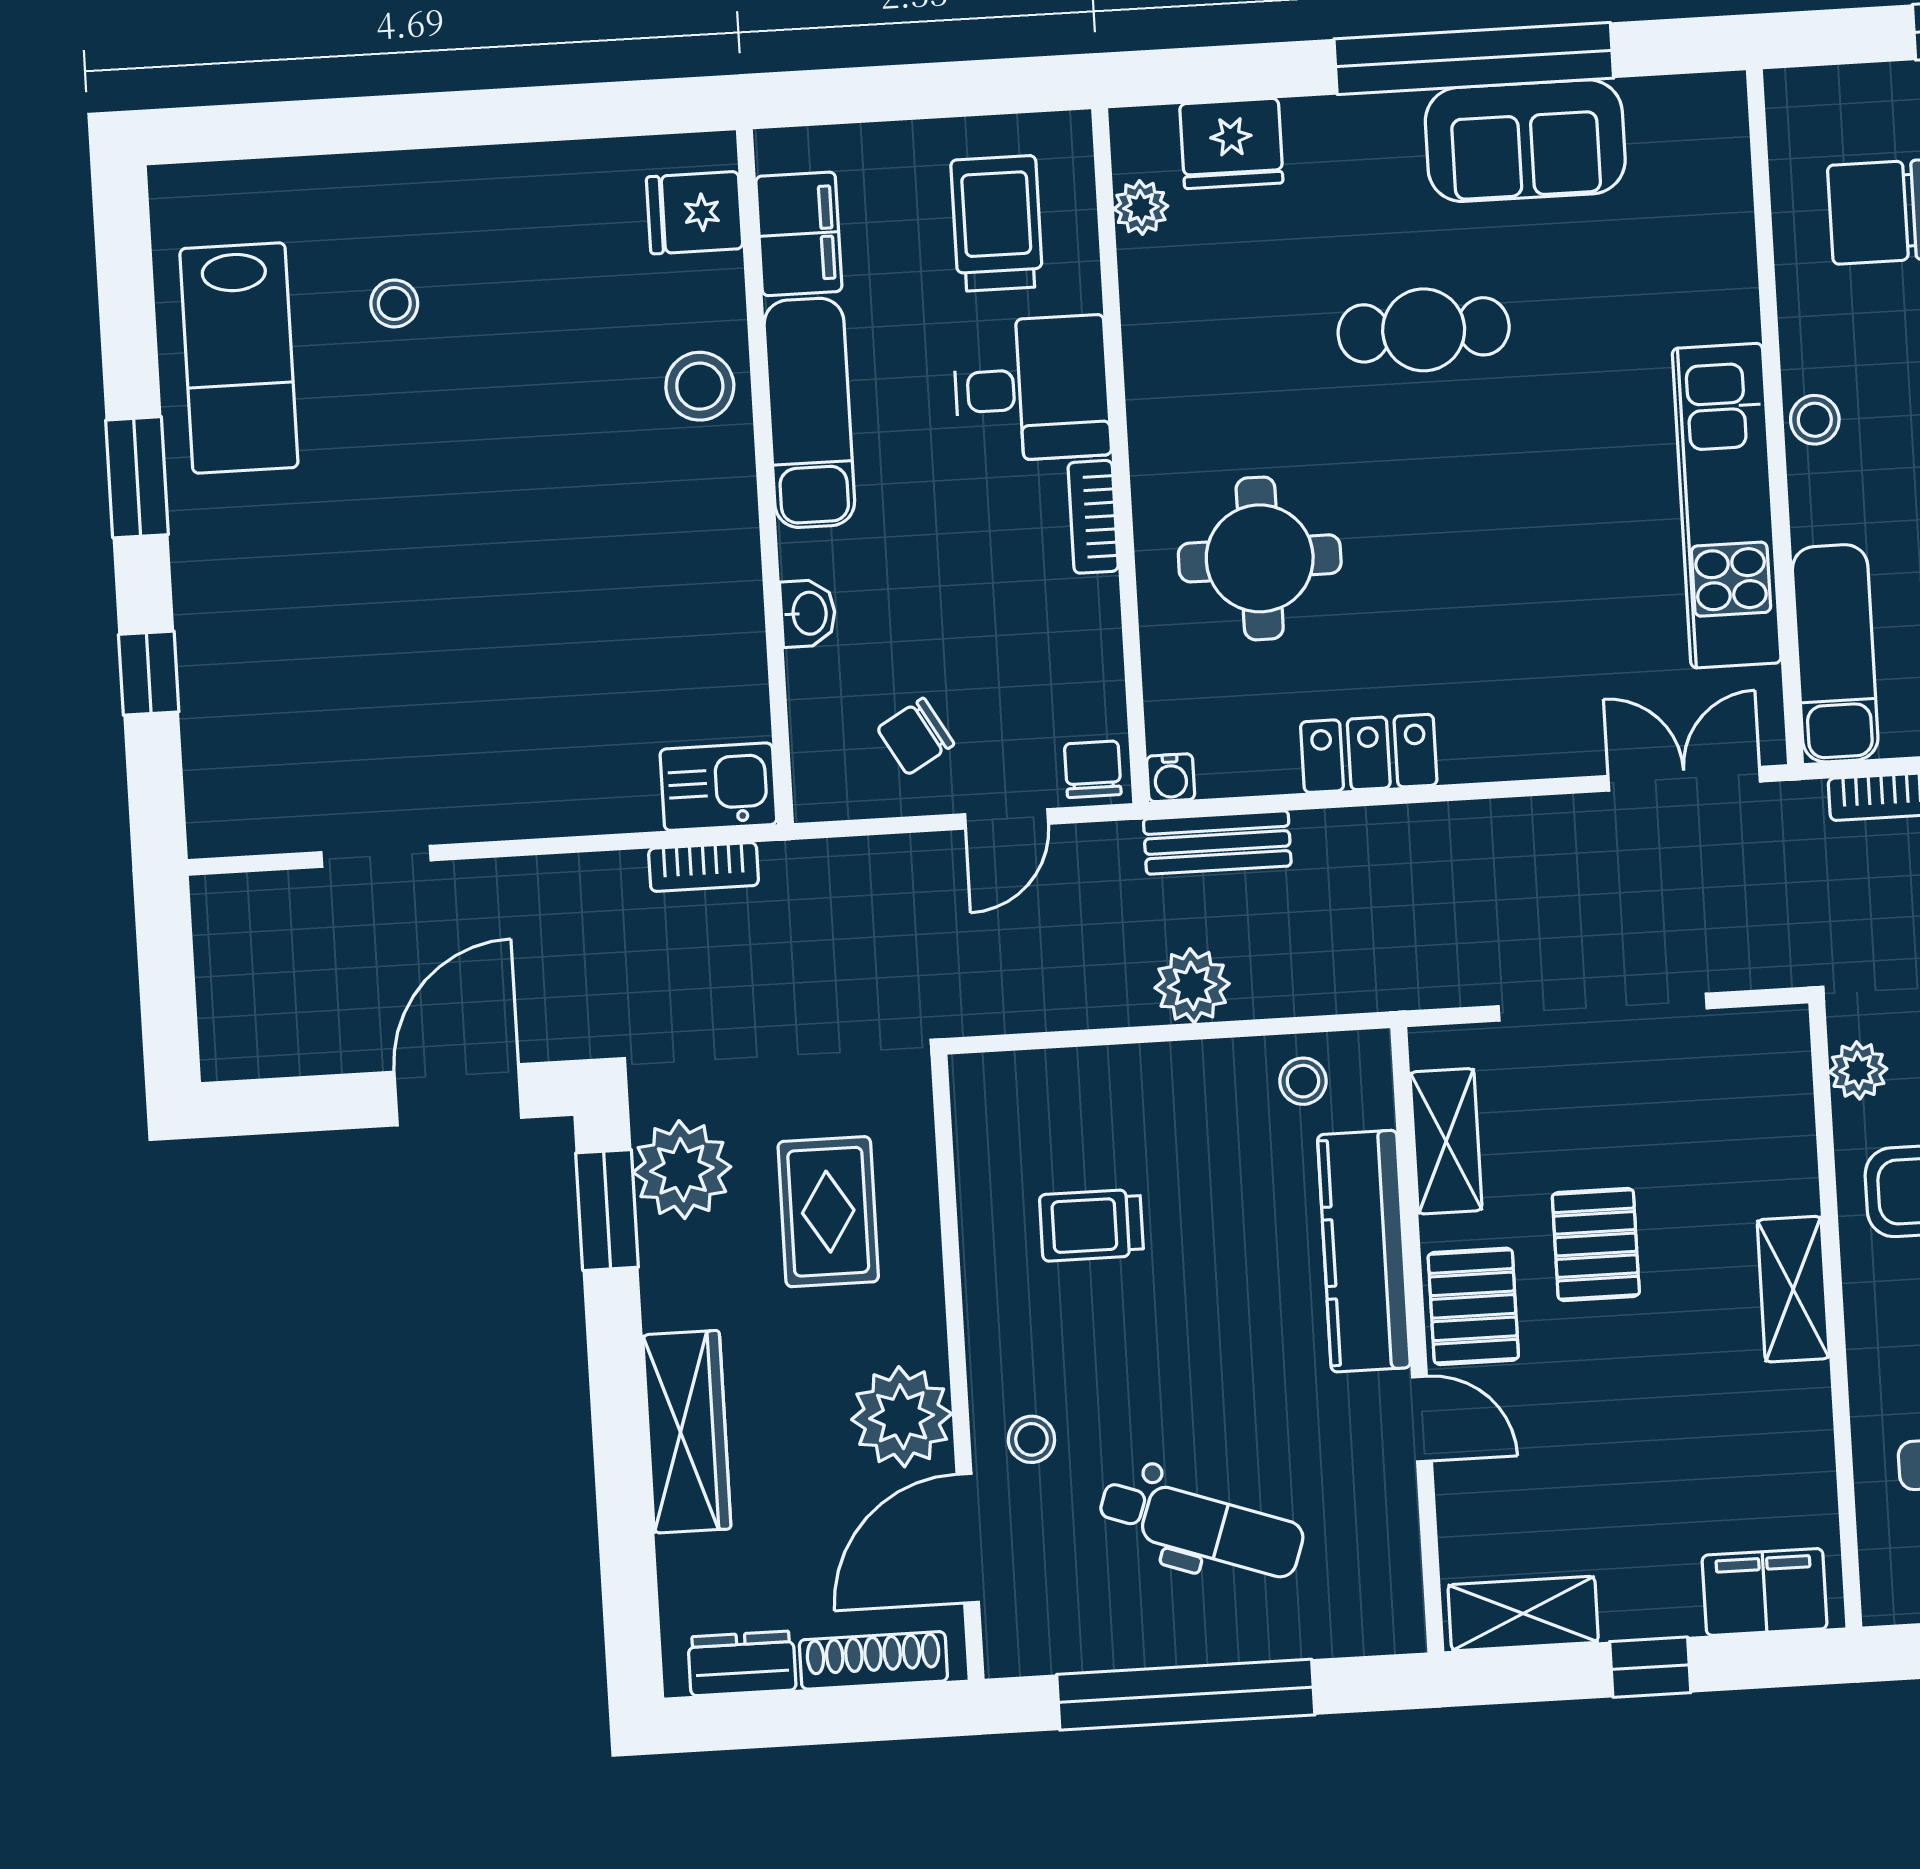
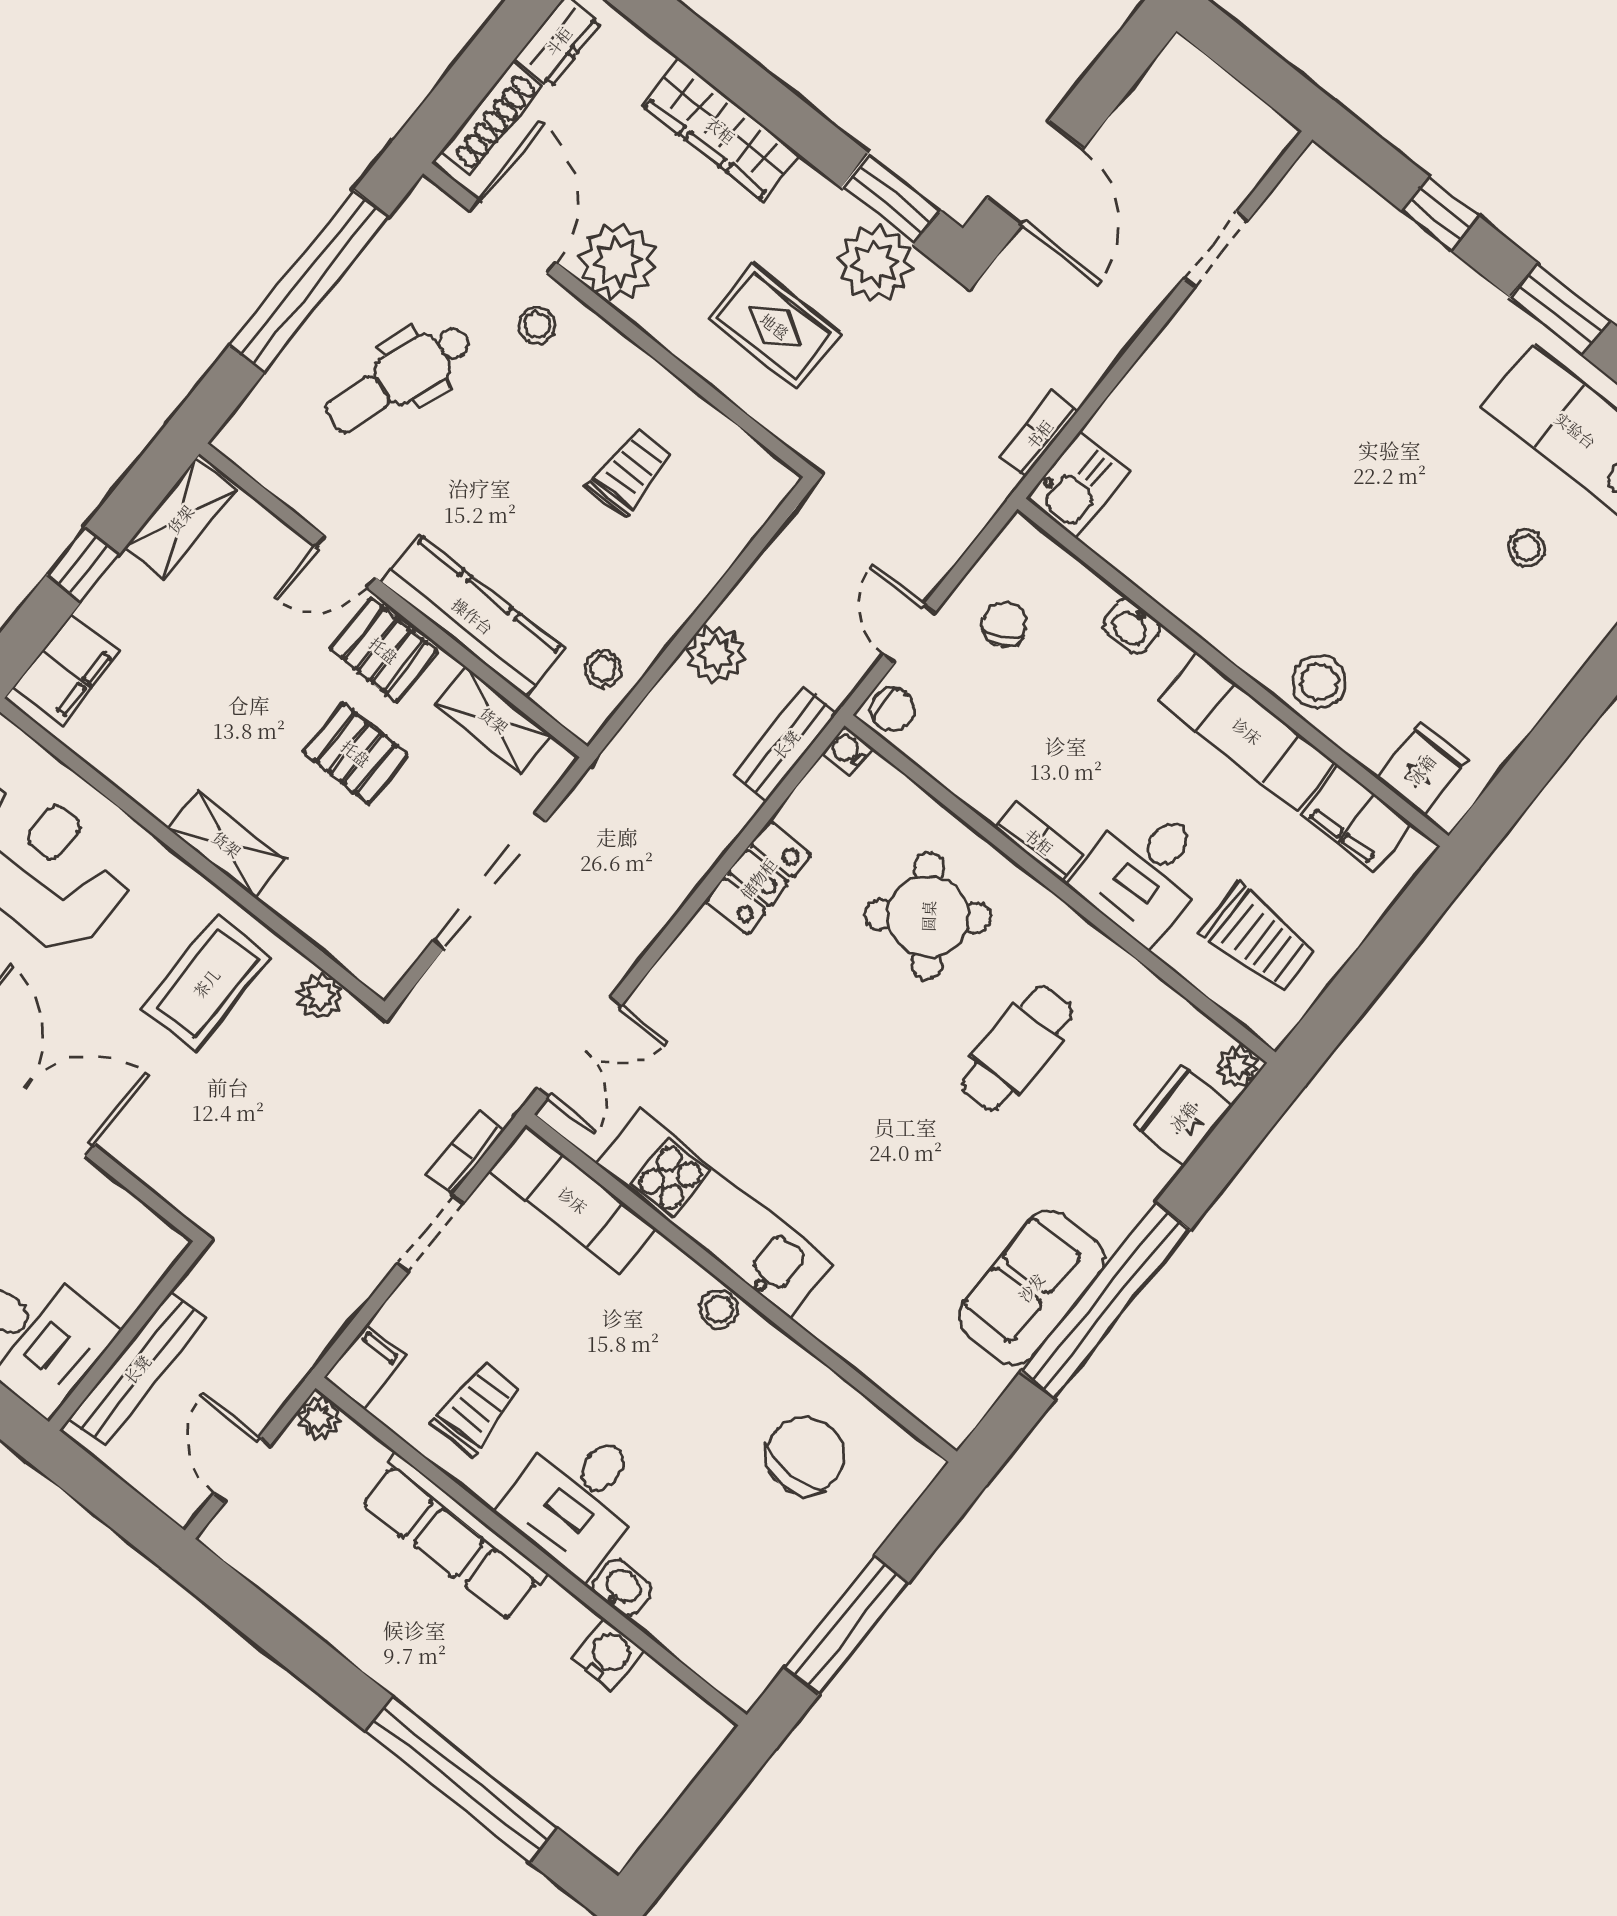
plant: (1141, 207) -> (1238, 1066), moved
cafe table: (1424, 330) -> (1017, 1048), moved
round table: (1260, 558) -> (928, 916), turned -37

